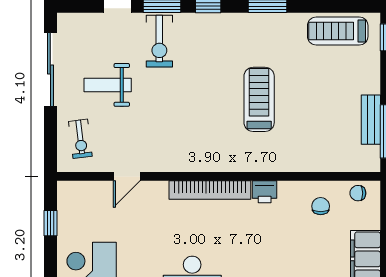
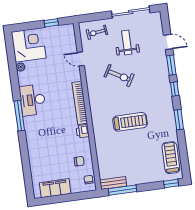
exercise bike: (159, 41) -> (119, 76), moved, turned -150
bench: (371, 120) -> (113, 183), moved

